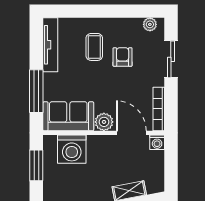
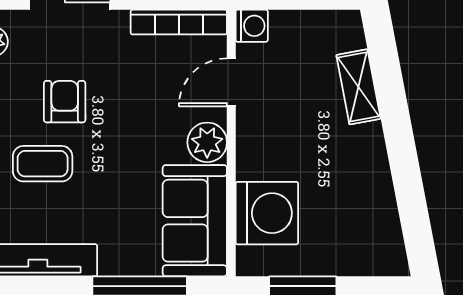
armchair: (123, 57) -> (65, 102), turned 90
door: (131, 133) -> (231, 82), width x0.73

